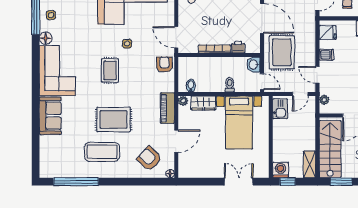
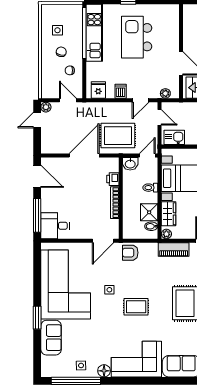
shower: (205, 84) -> (149, 212), added

